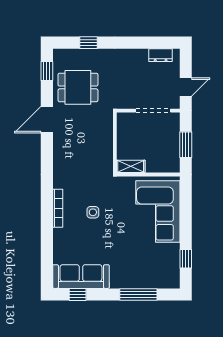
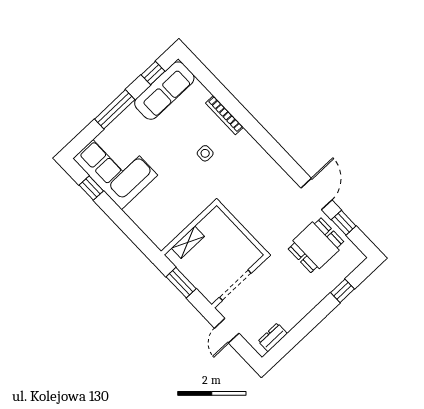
window: (47, 71) -> (344, 223), moved
shelving: (131, 166) -> (188, 242), moved
bookcase: (58, 208) -> (224, 115), moved
corner sofa: (158, 212) -> (115, 167), moved
window: (138, 294) -> (115, 109), moved

